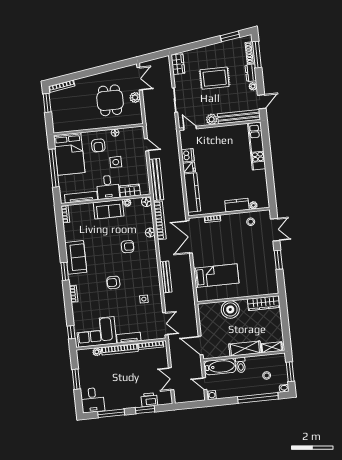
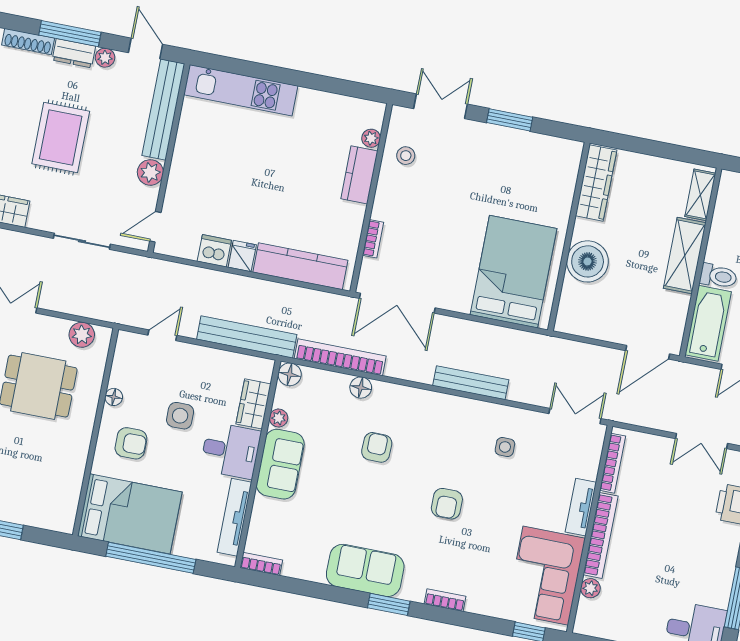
window: (257, 55) -> (70, 34), moved
plant: (135, 97) -> (82, 335), moved
bed: (216, 276) -> (514, 272), width x1.50

